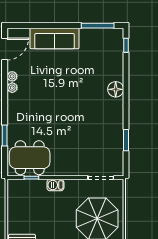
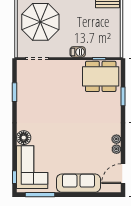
corner sofa: (106, 56) -> (32, 167), added

